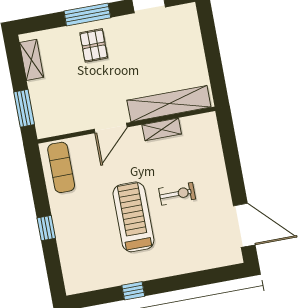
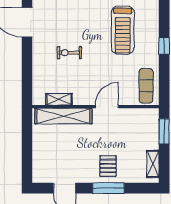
shelving: (162, 129) -> (59, 99), moved
treadmill: (133, 217) -> (123, 30), moved

